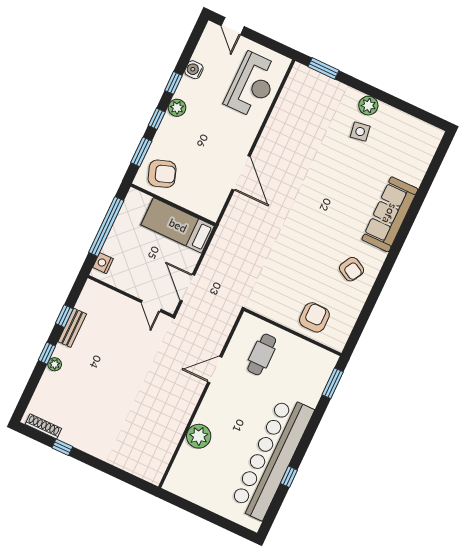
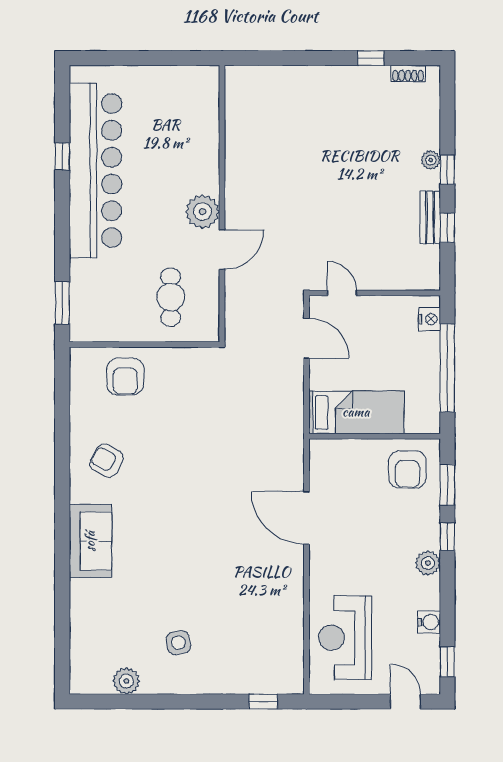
window: (323, 69) -> (263, 702), width x0.67
window: (173, 83) -> (447, 662), moved
plant: (368, 106) -> (126, 681), moved
armchair: (162, 174) -> (407, 469), turned -71
sofa: (390, 214) -> (90, 541), width x0.73
shoe rack: (43, 426) -> (408, 74), width x0.70
plant: (199, 436) -> (202, 212), moved

